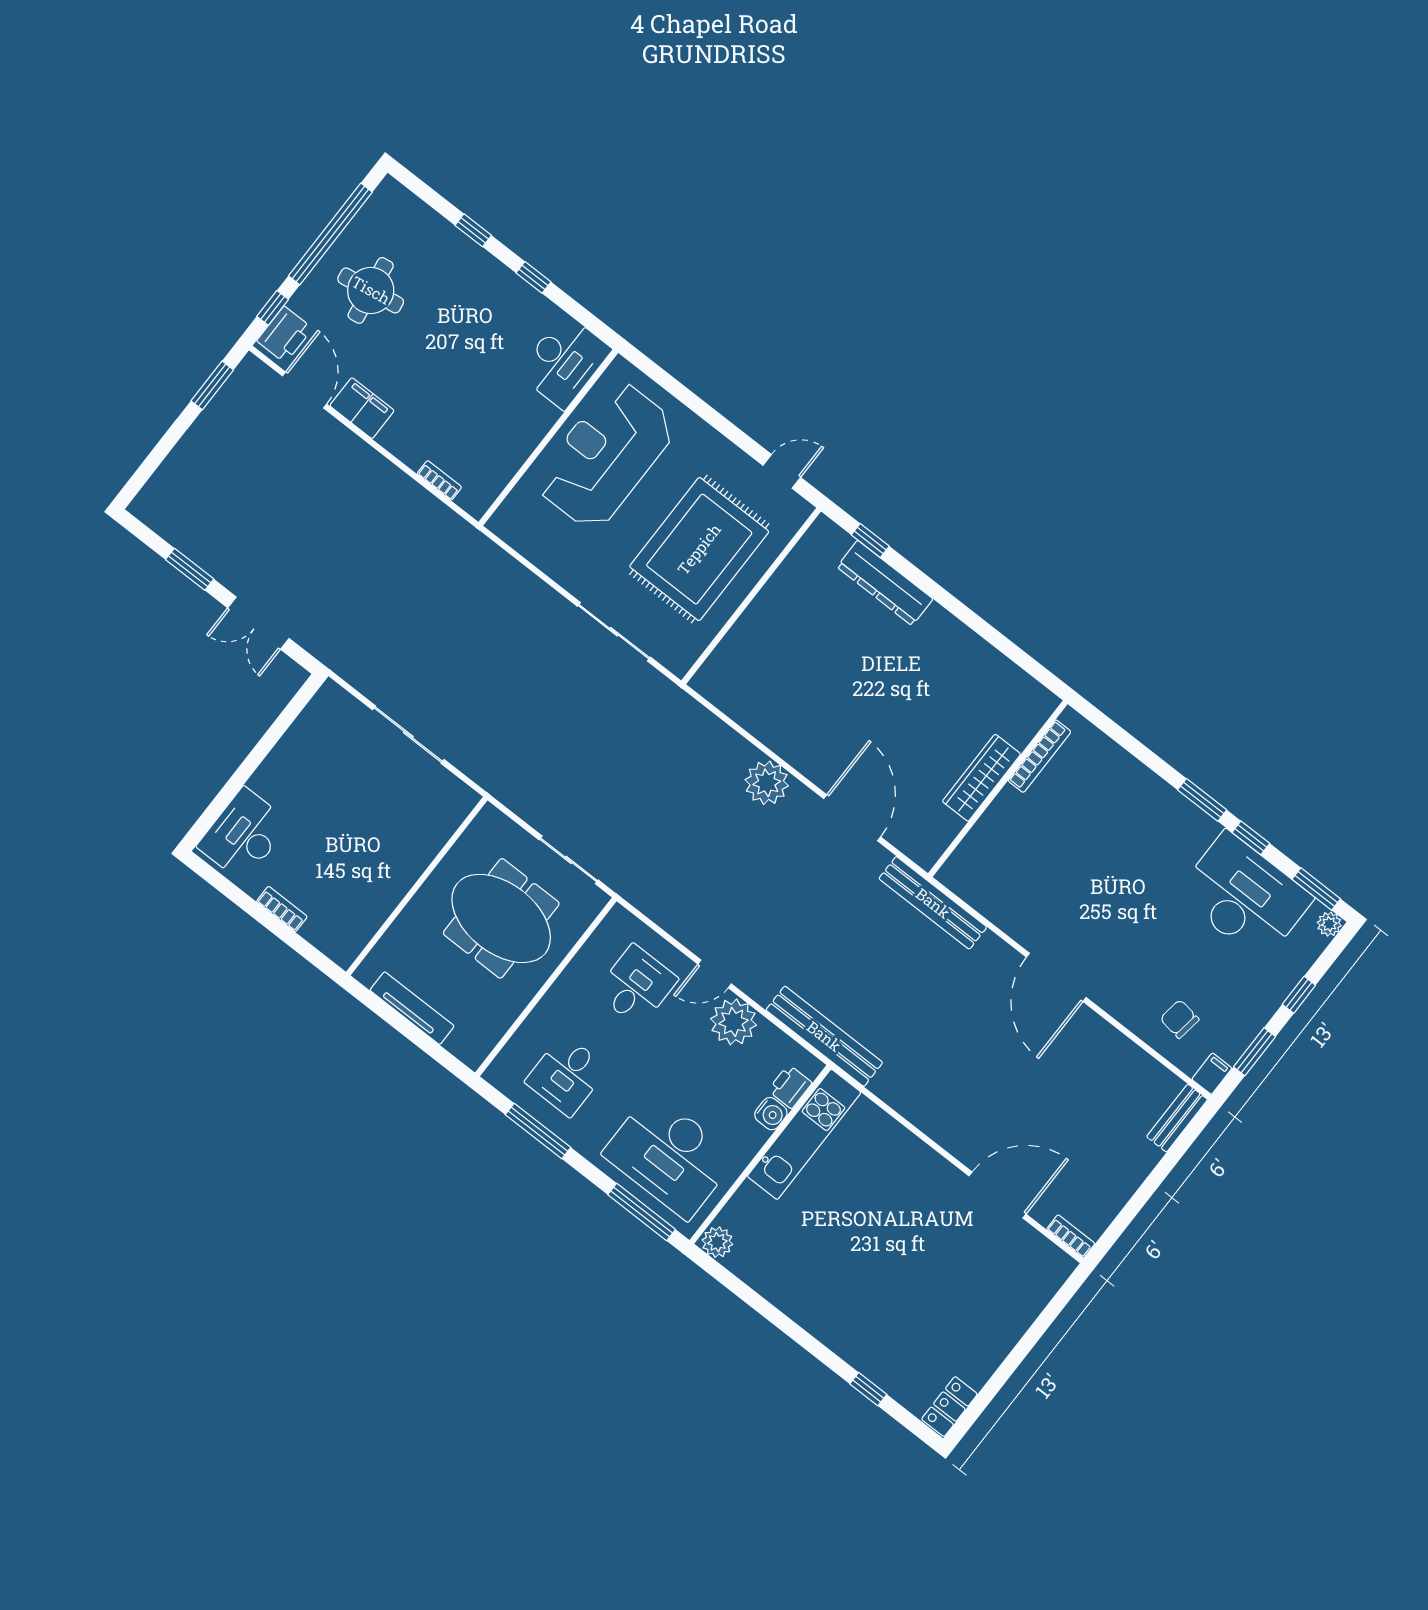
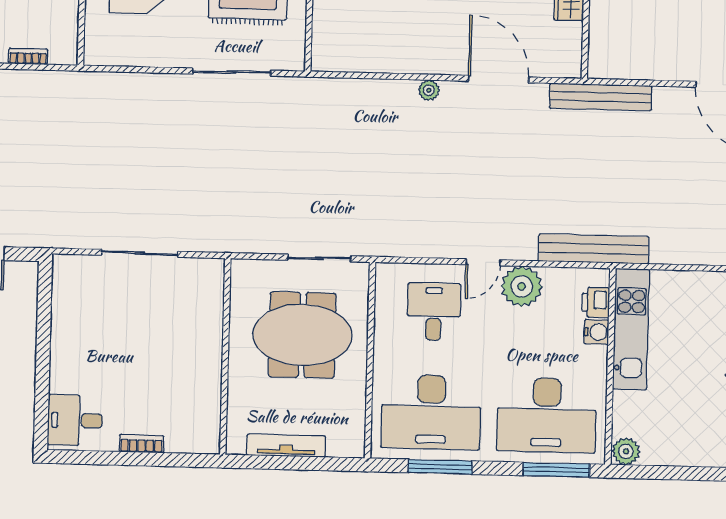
plant: (767, 783) -> (429, 90), width x0.53, depth x0.53
desk: (244, 835) -> (75, 420), width x0.73
desk: (567, 1075) -> (431, 412), width x1.87, depth x1.30

